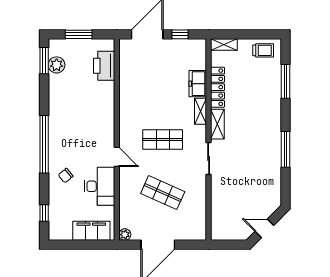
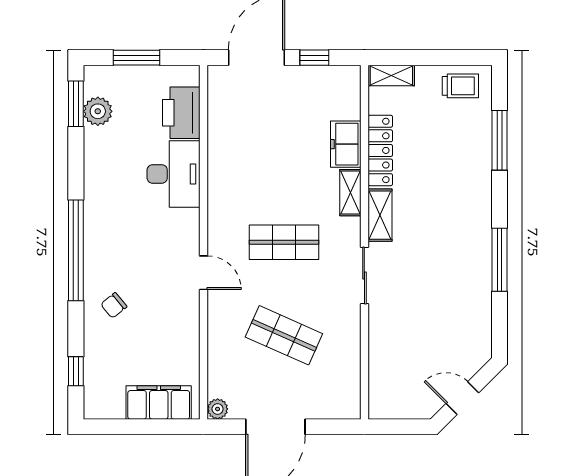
desk: (100, 186) -> (173, 174), moved

